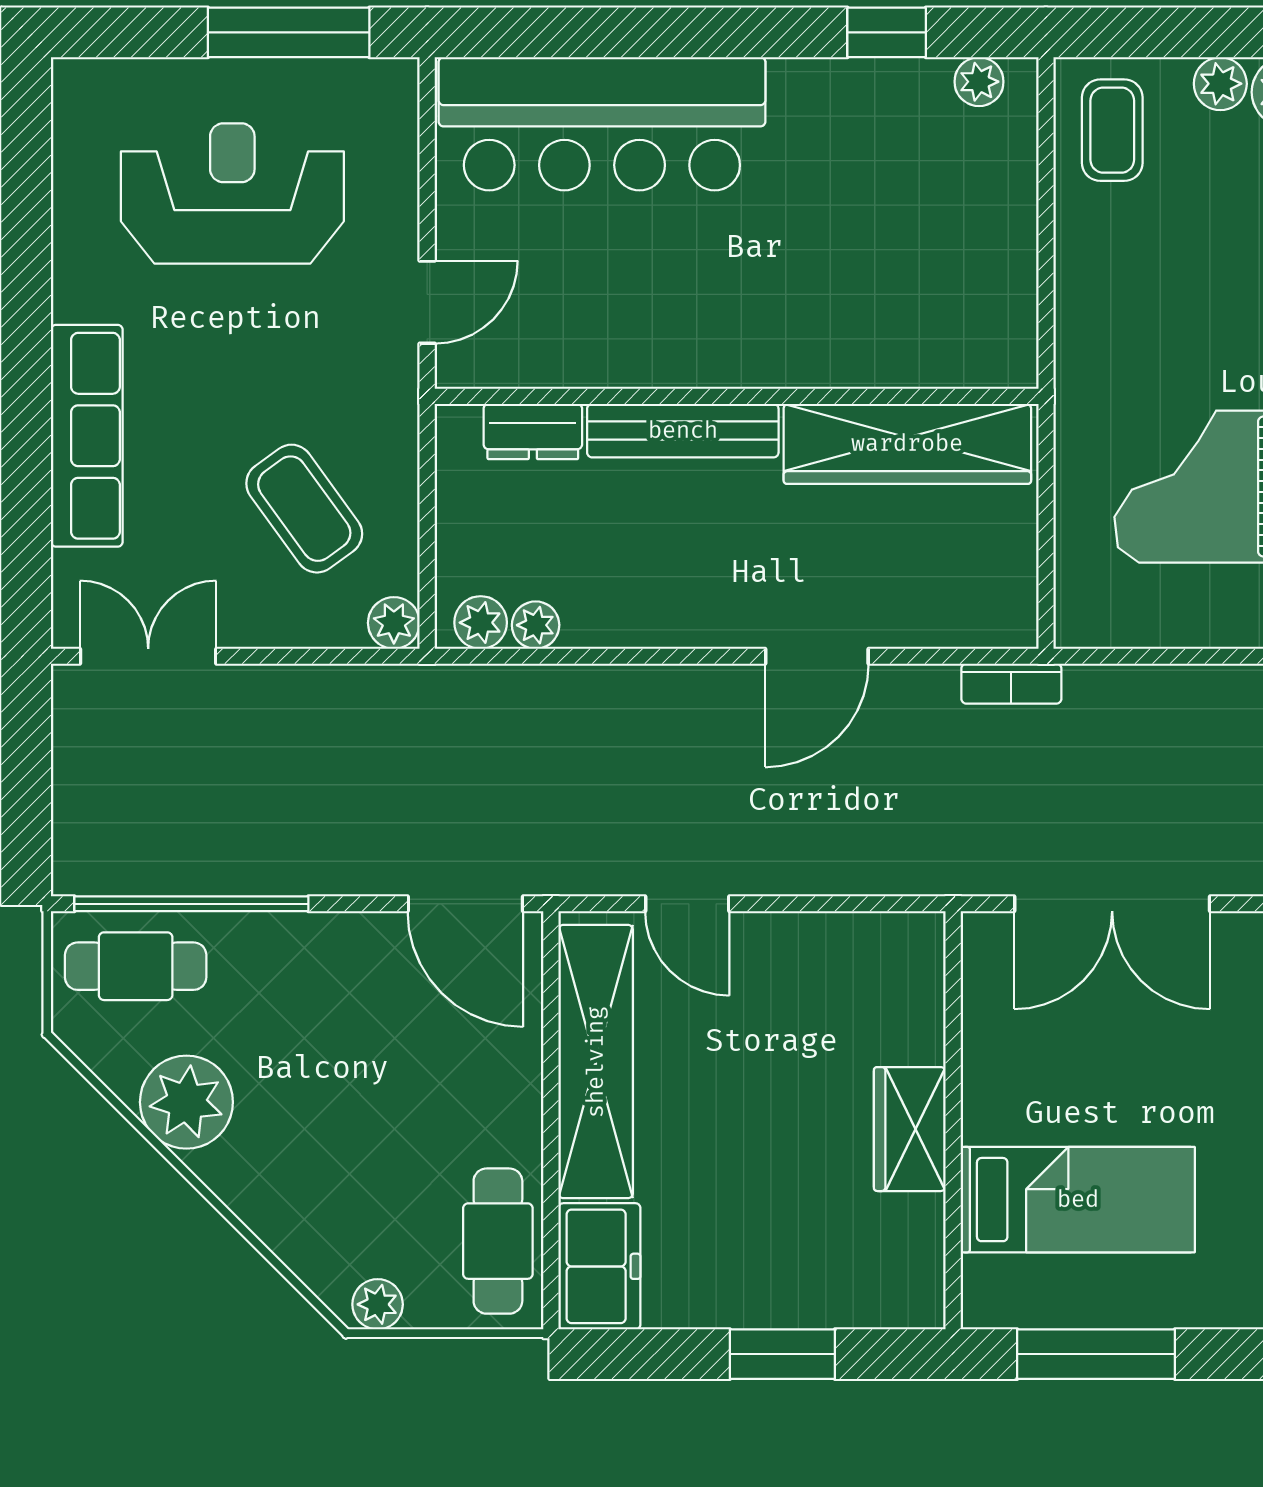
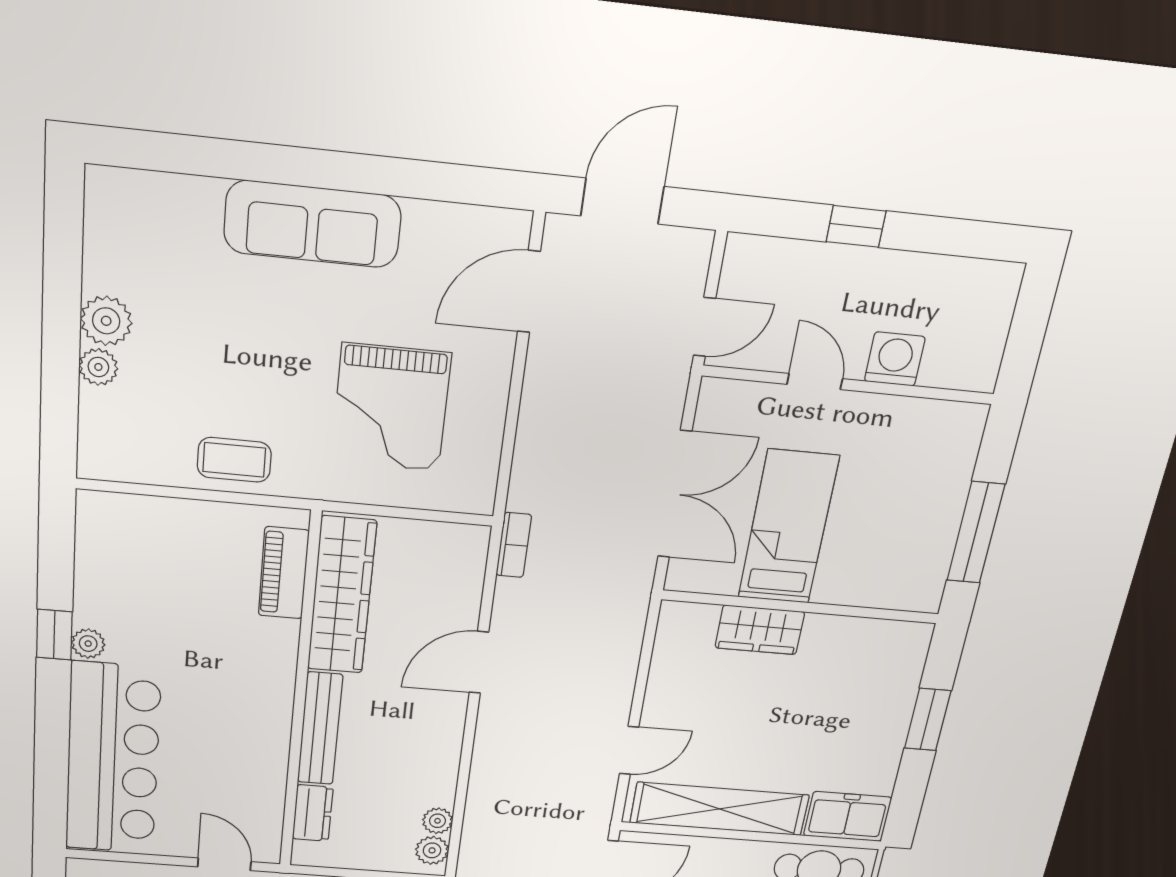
window: (887, 32) -> (54, 635), moved
plant: (979, 82) -> (88, 644), moved
coffee table: (1112, 130) -> (234, 460), moved
piano: (935, 357) -> (284, 573), added
door: (817, 656) -> (479, 662), swing flipped
wardrobe: (910, 1129) -> (760, 630), moved
bed: (1078, 1200) -> (788, 527), moved

